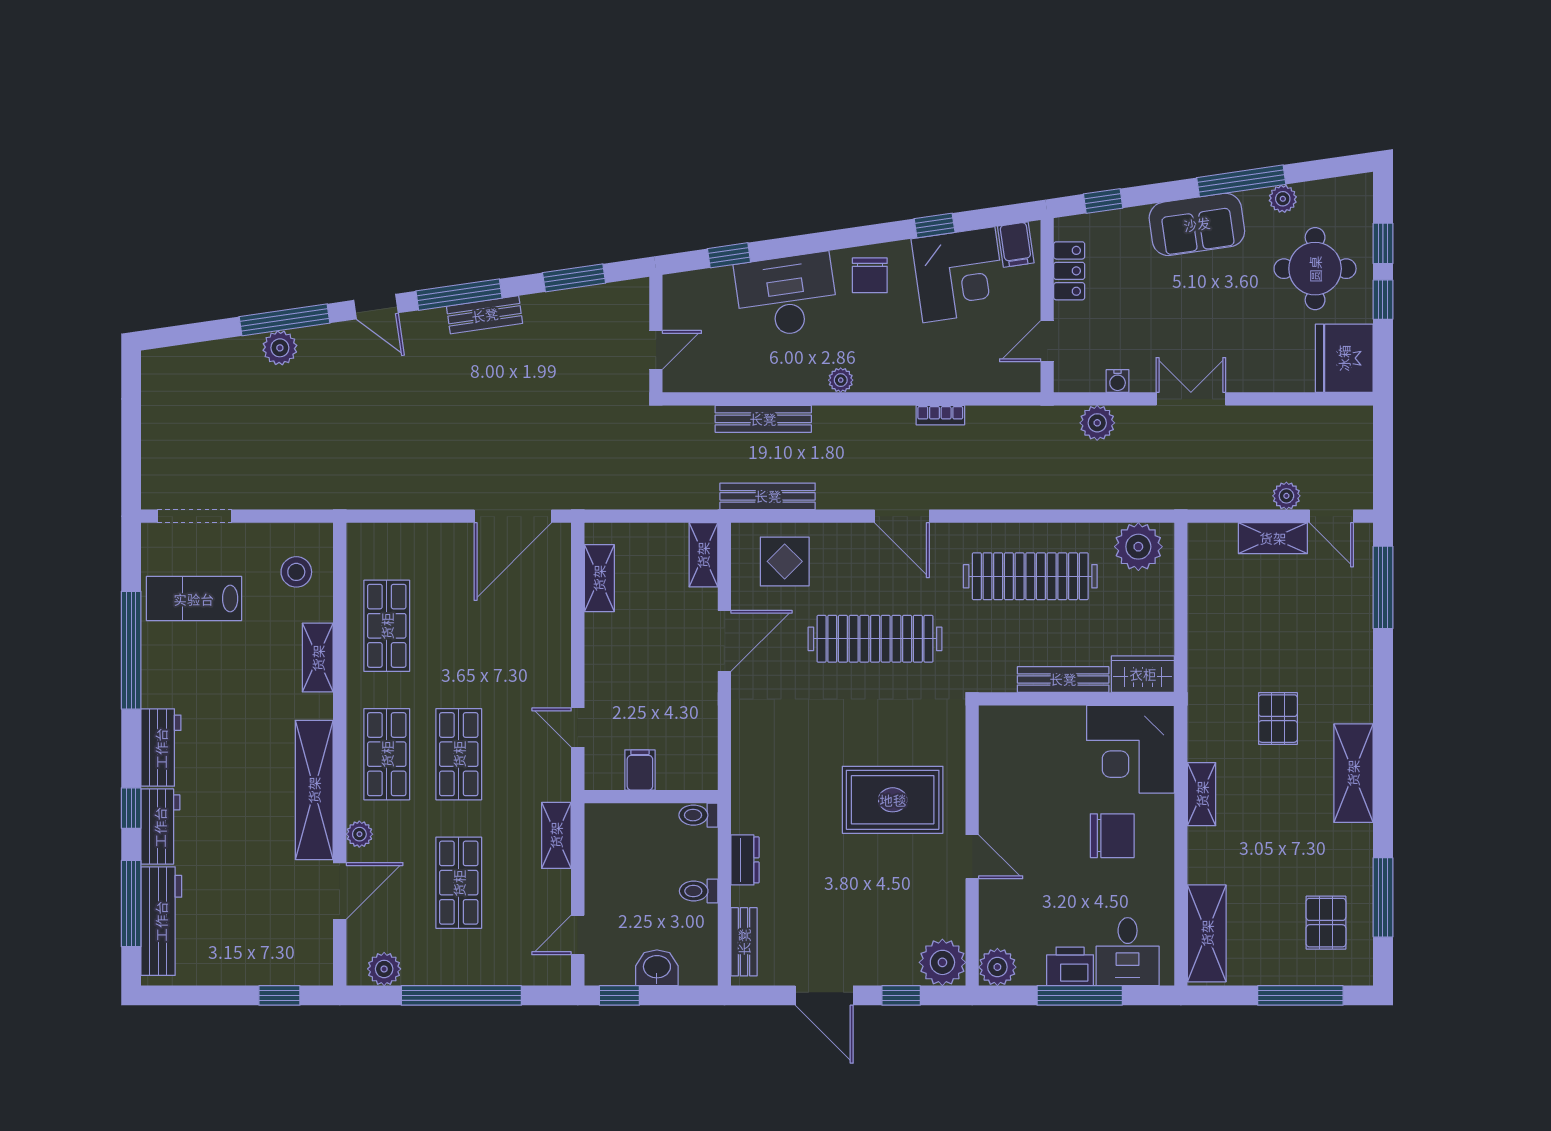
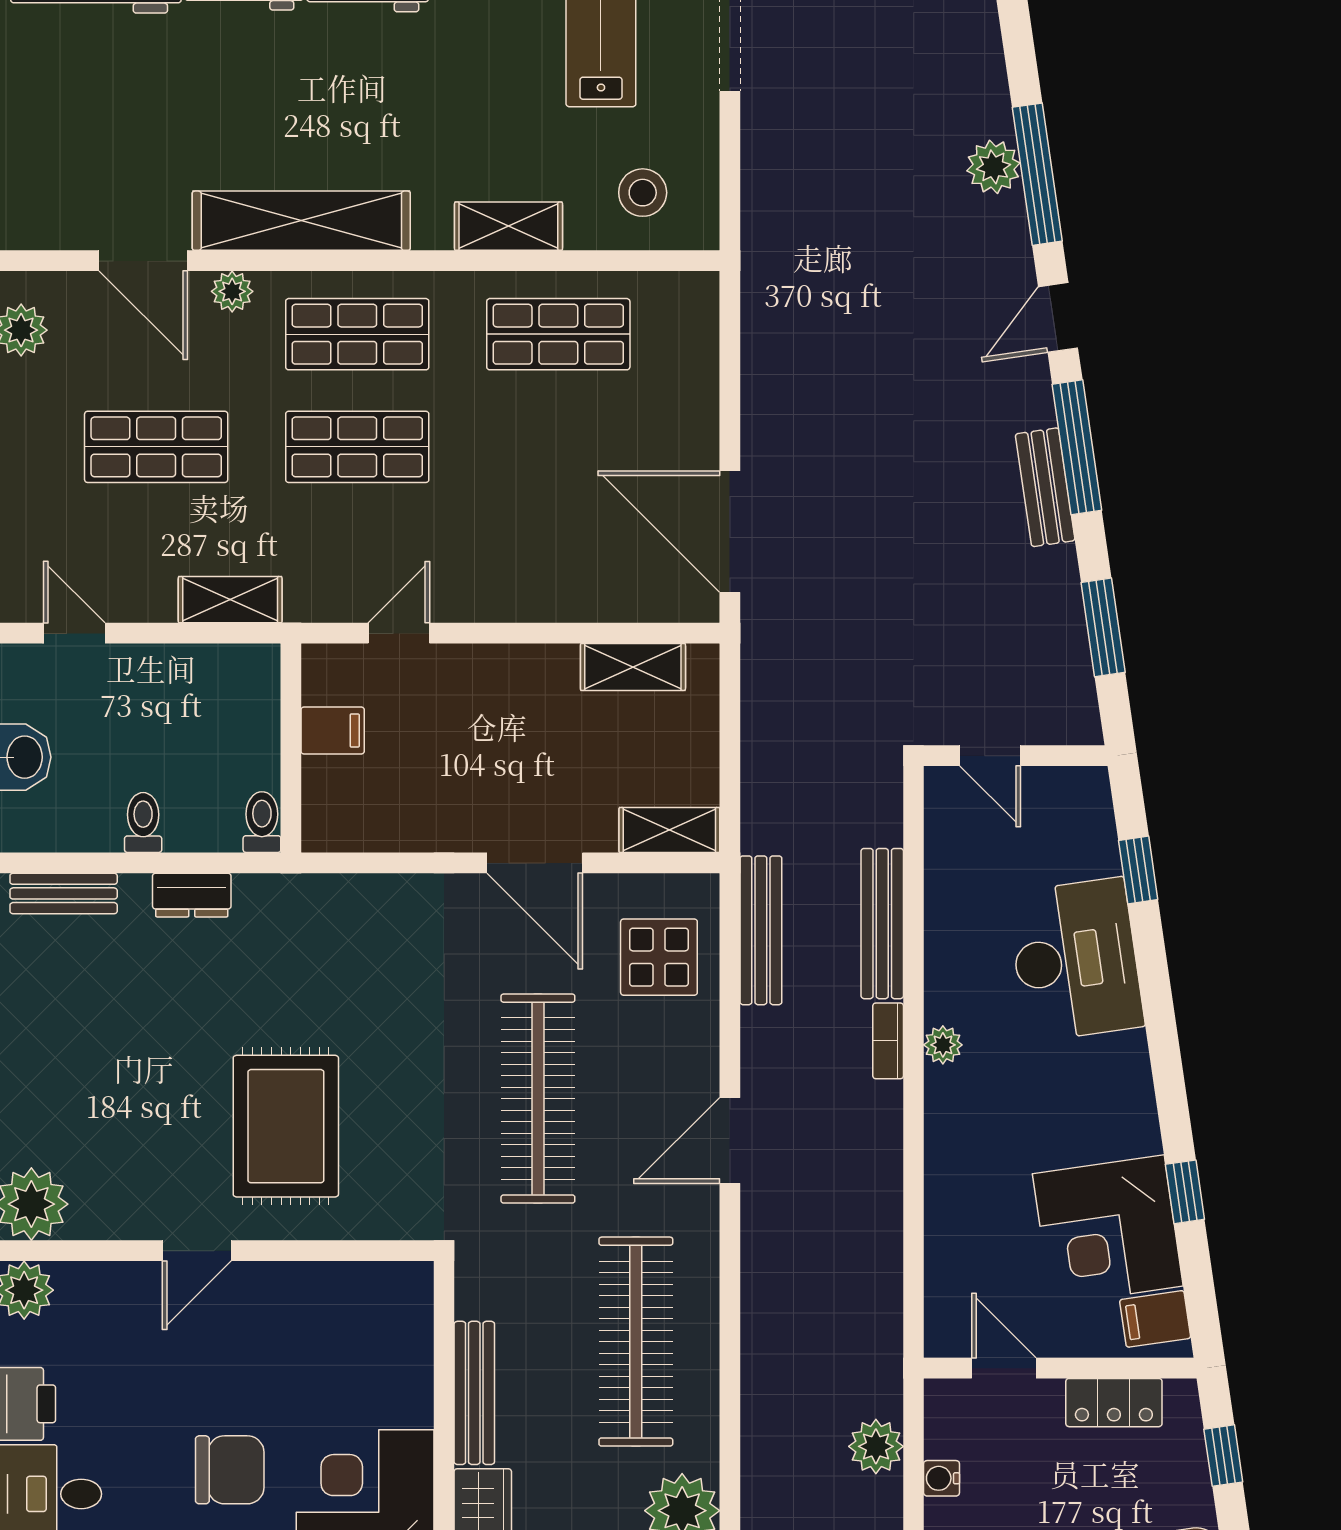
chair: (870, 275) -> (1107, 1090), removed
bookcase: (940, 415) -> (888, 1041), moved
chair: (1112, 836) -> (230, 1470), turned -90

